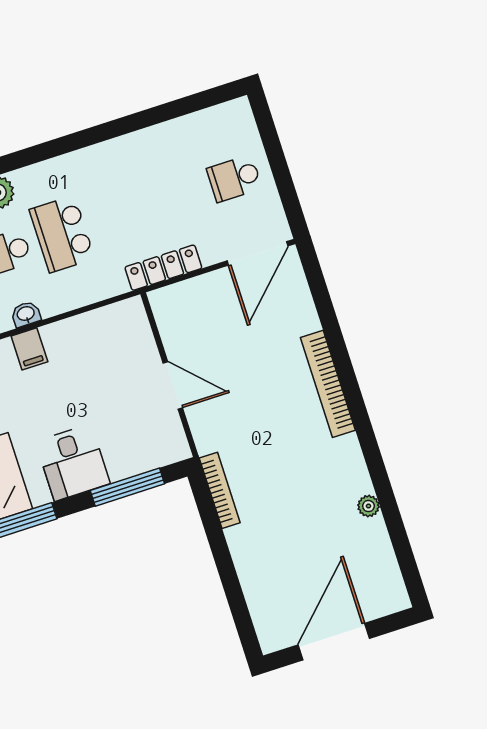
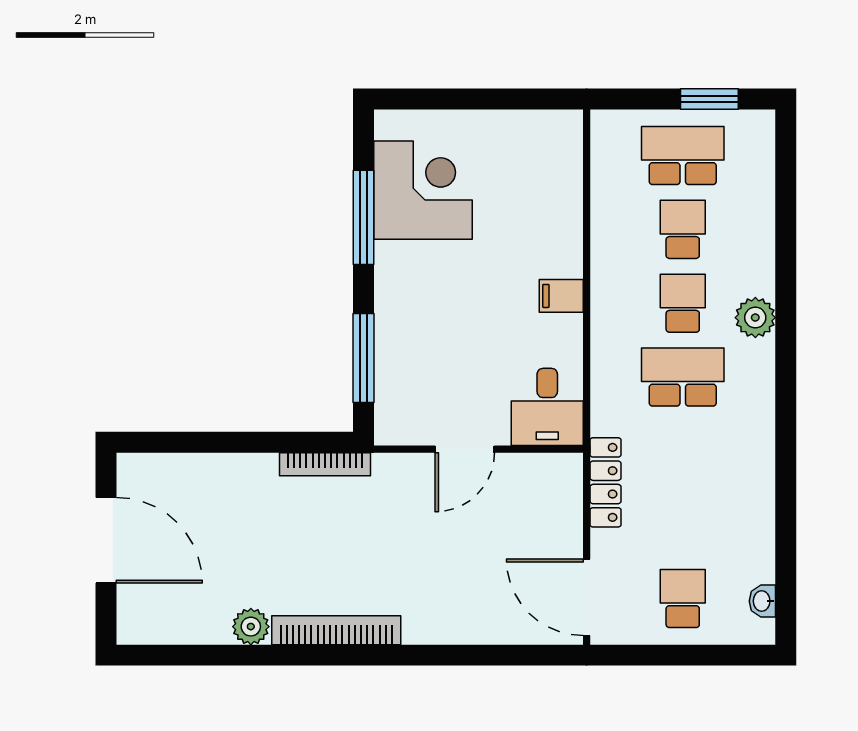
washbasin: (26, 314) -> (762, 601), moved, turned 180
bookcase: (328, 384) -> (336, 630), moved
desk: (73, 463) -> (547, 407), moved, turned -90
plant: (368, 506) -> (251, 627), width x1.38, depth x1.38

